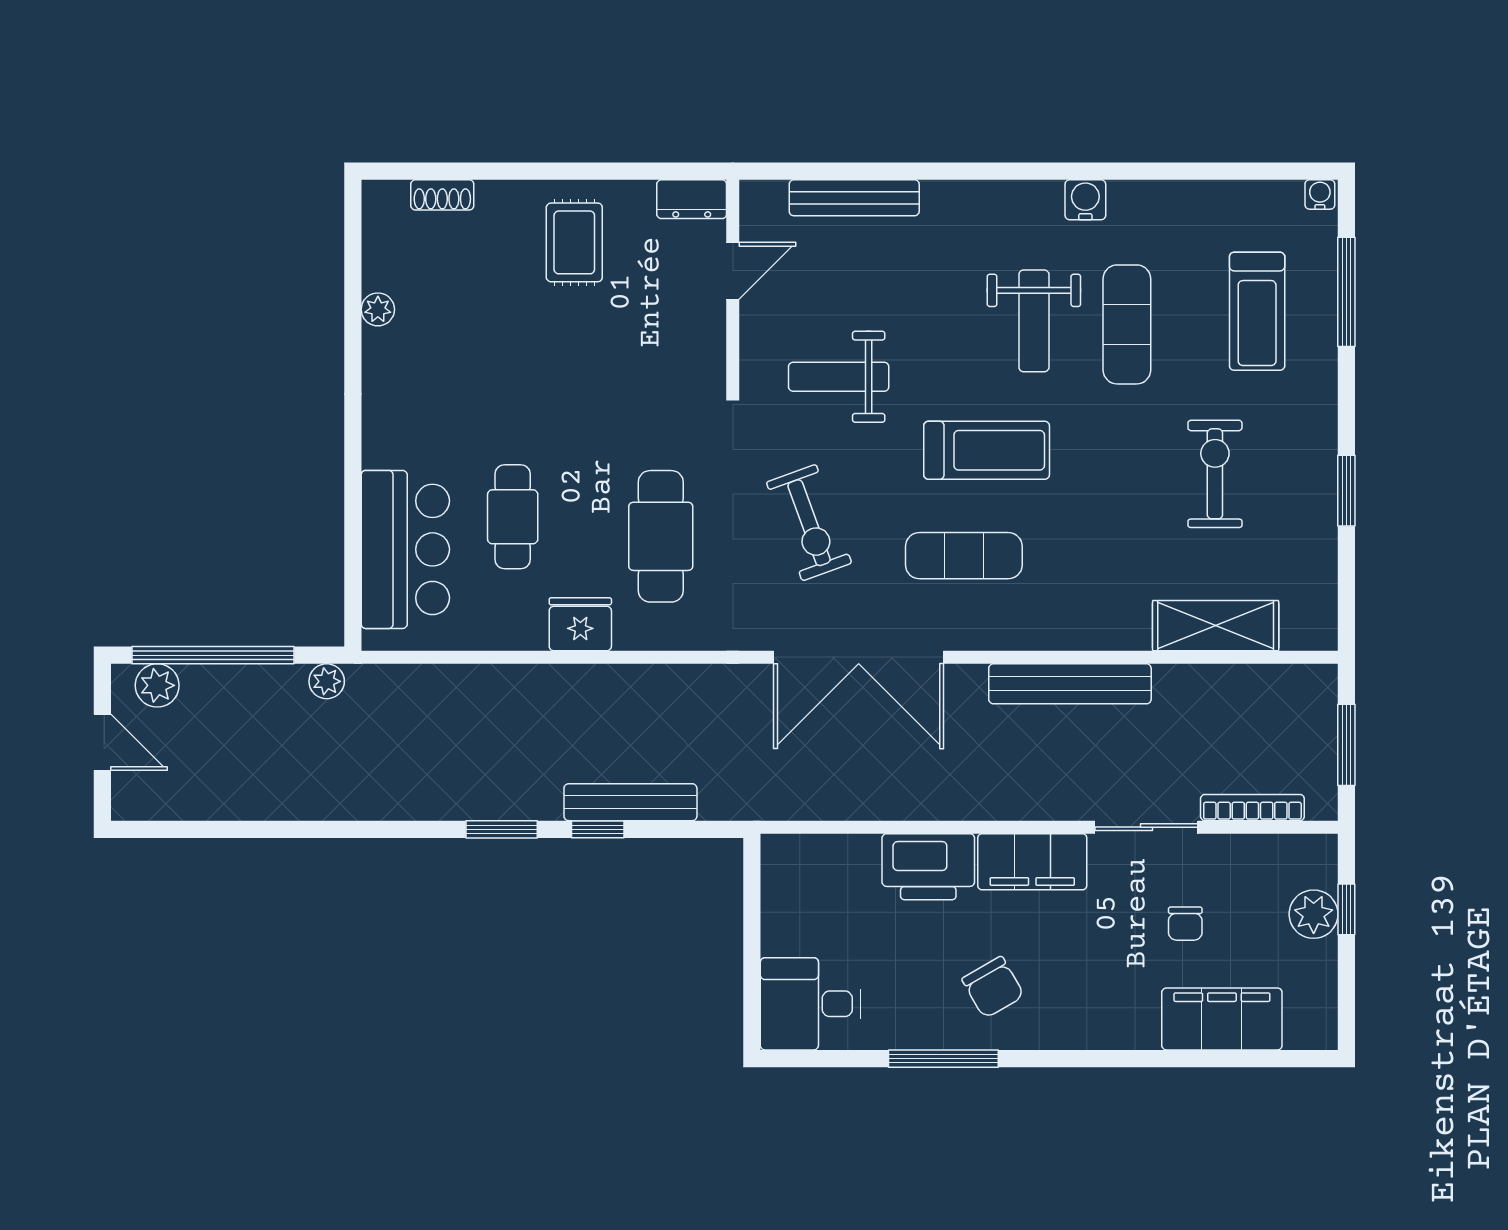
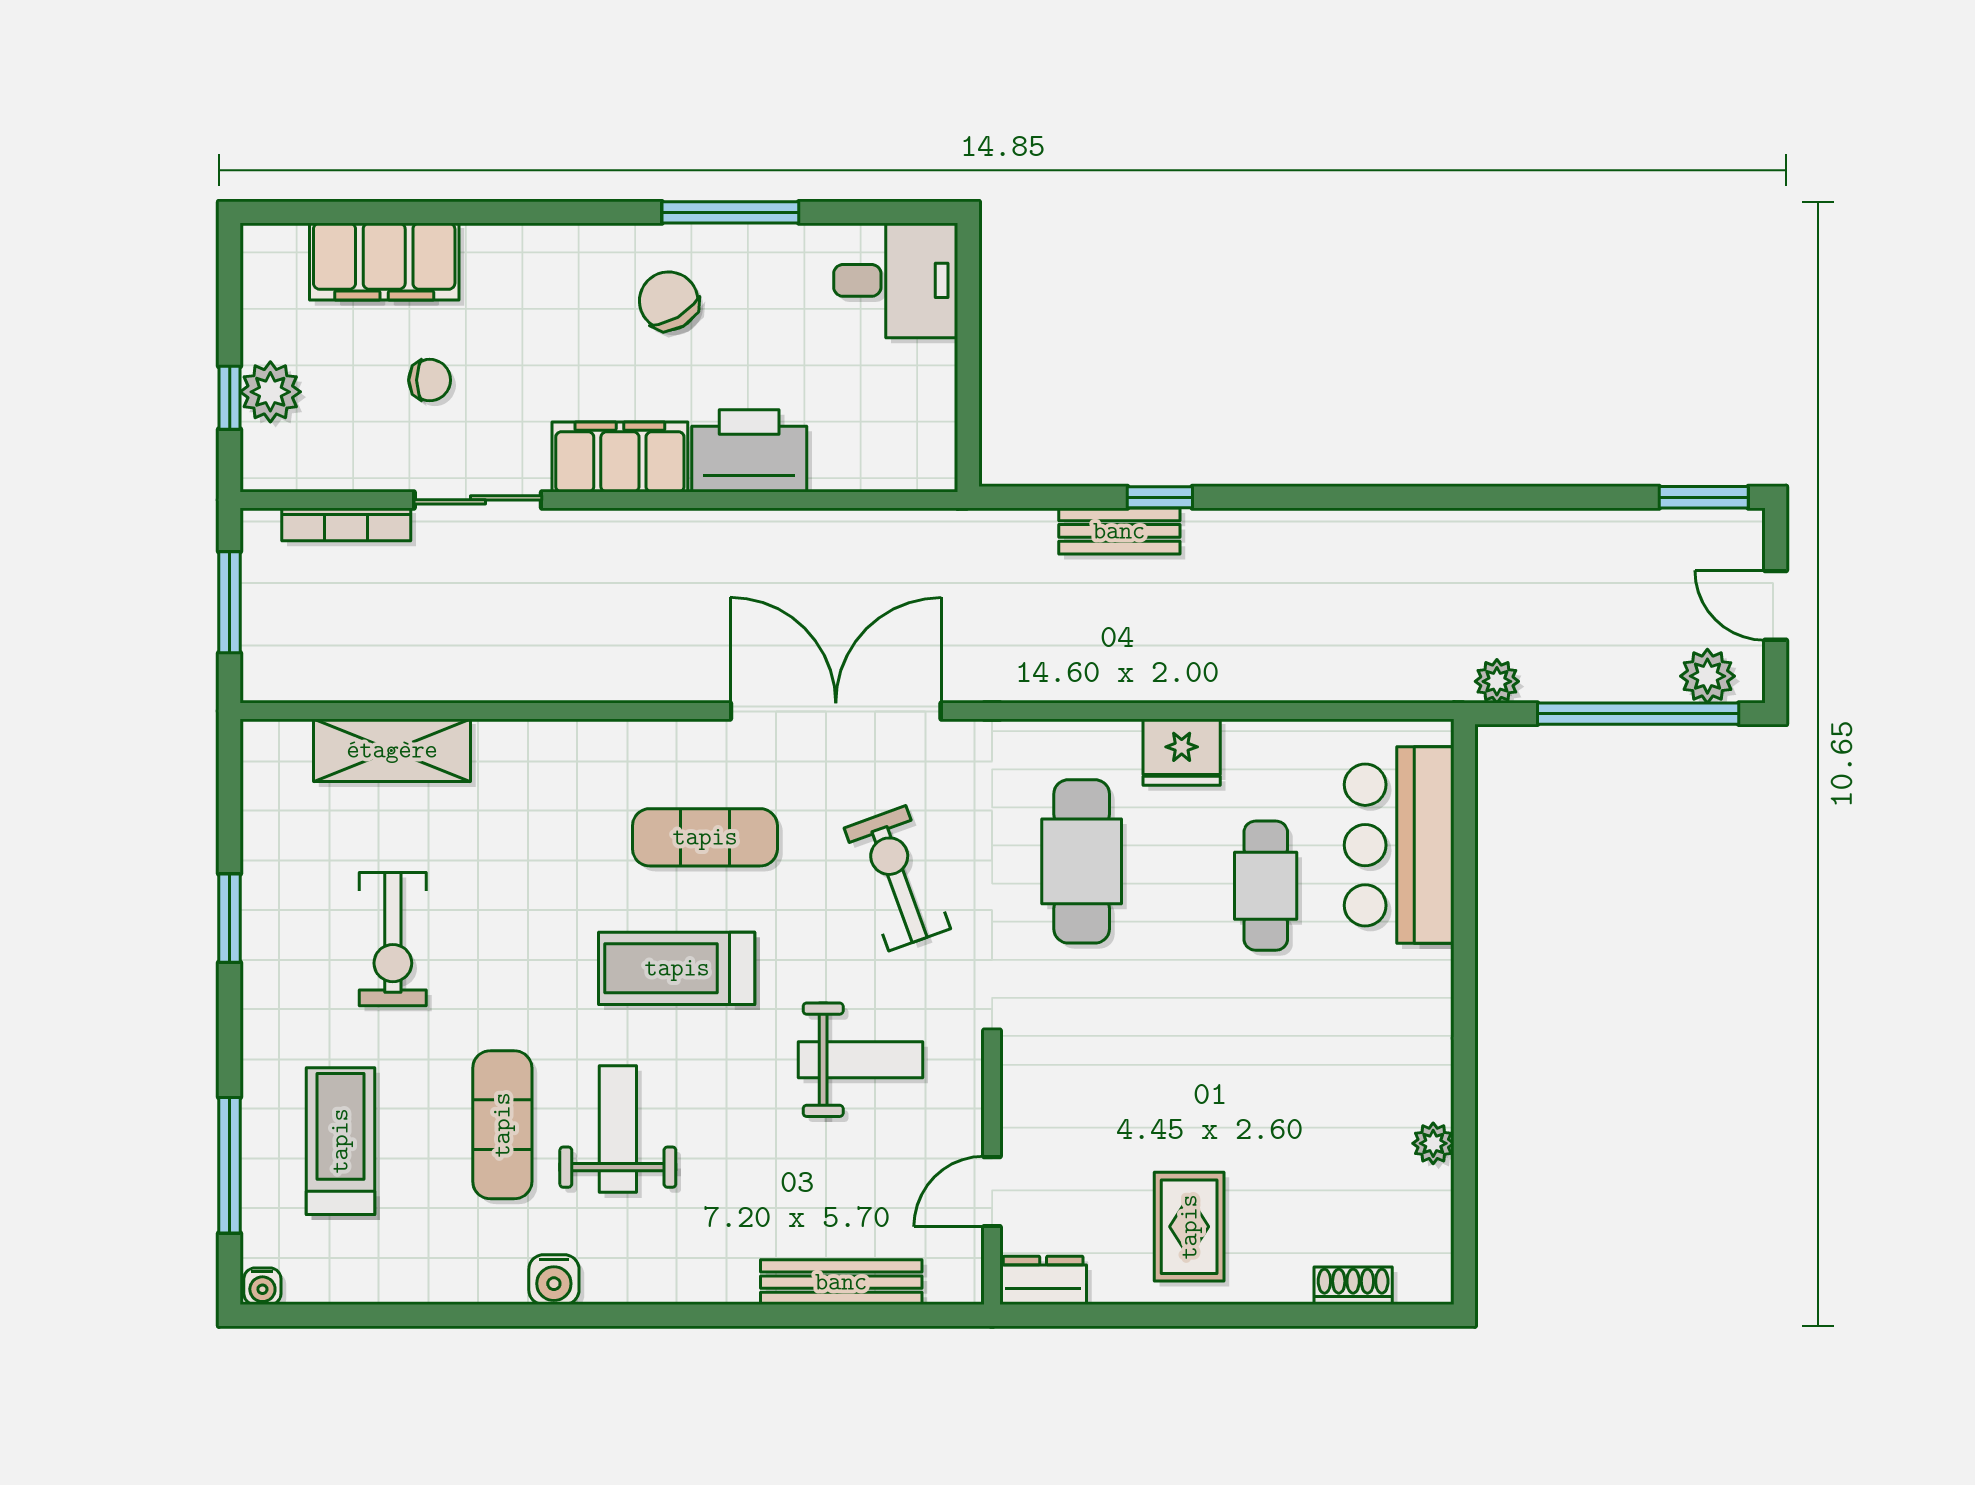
bench: (1070, 684) -> (573, 678), removed
bench: (630, 802) -> (1119, 531), width x0.73
window: (502, 829) -> (1704, 497), moved
chair: (1185, 924) -> (430, 380), turned 90

